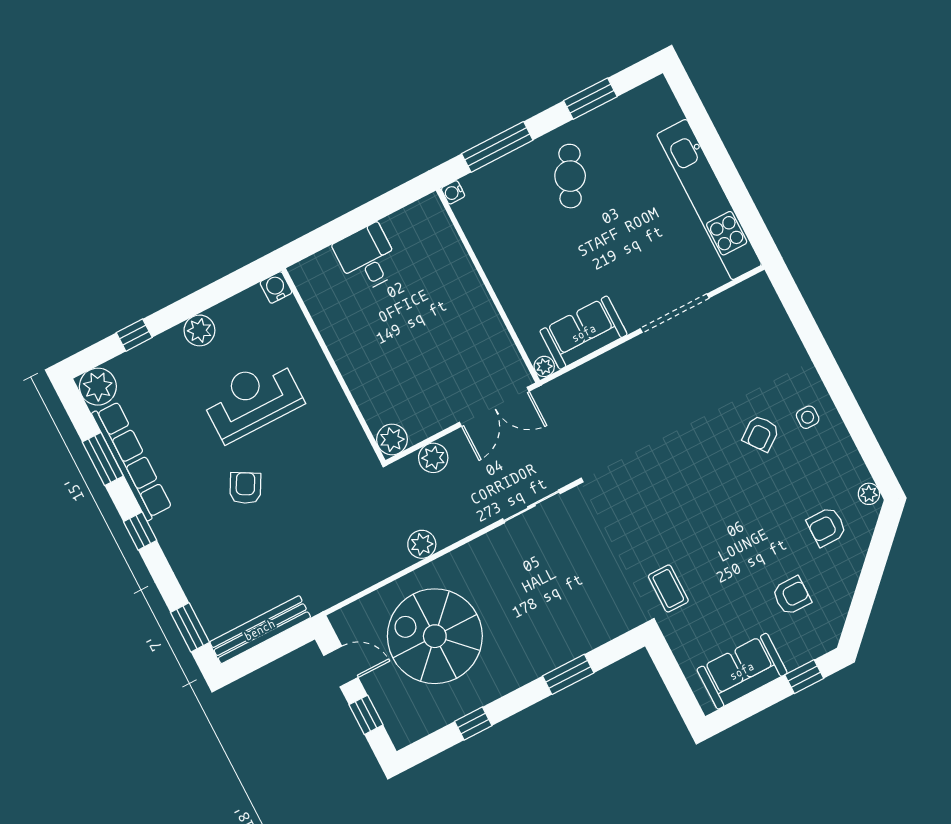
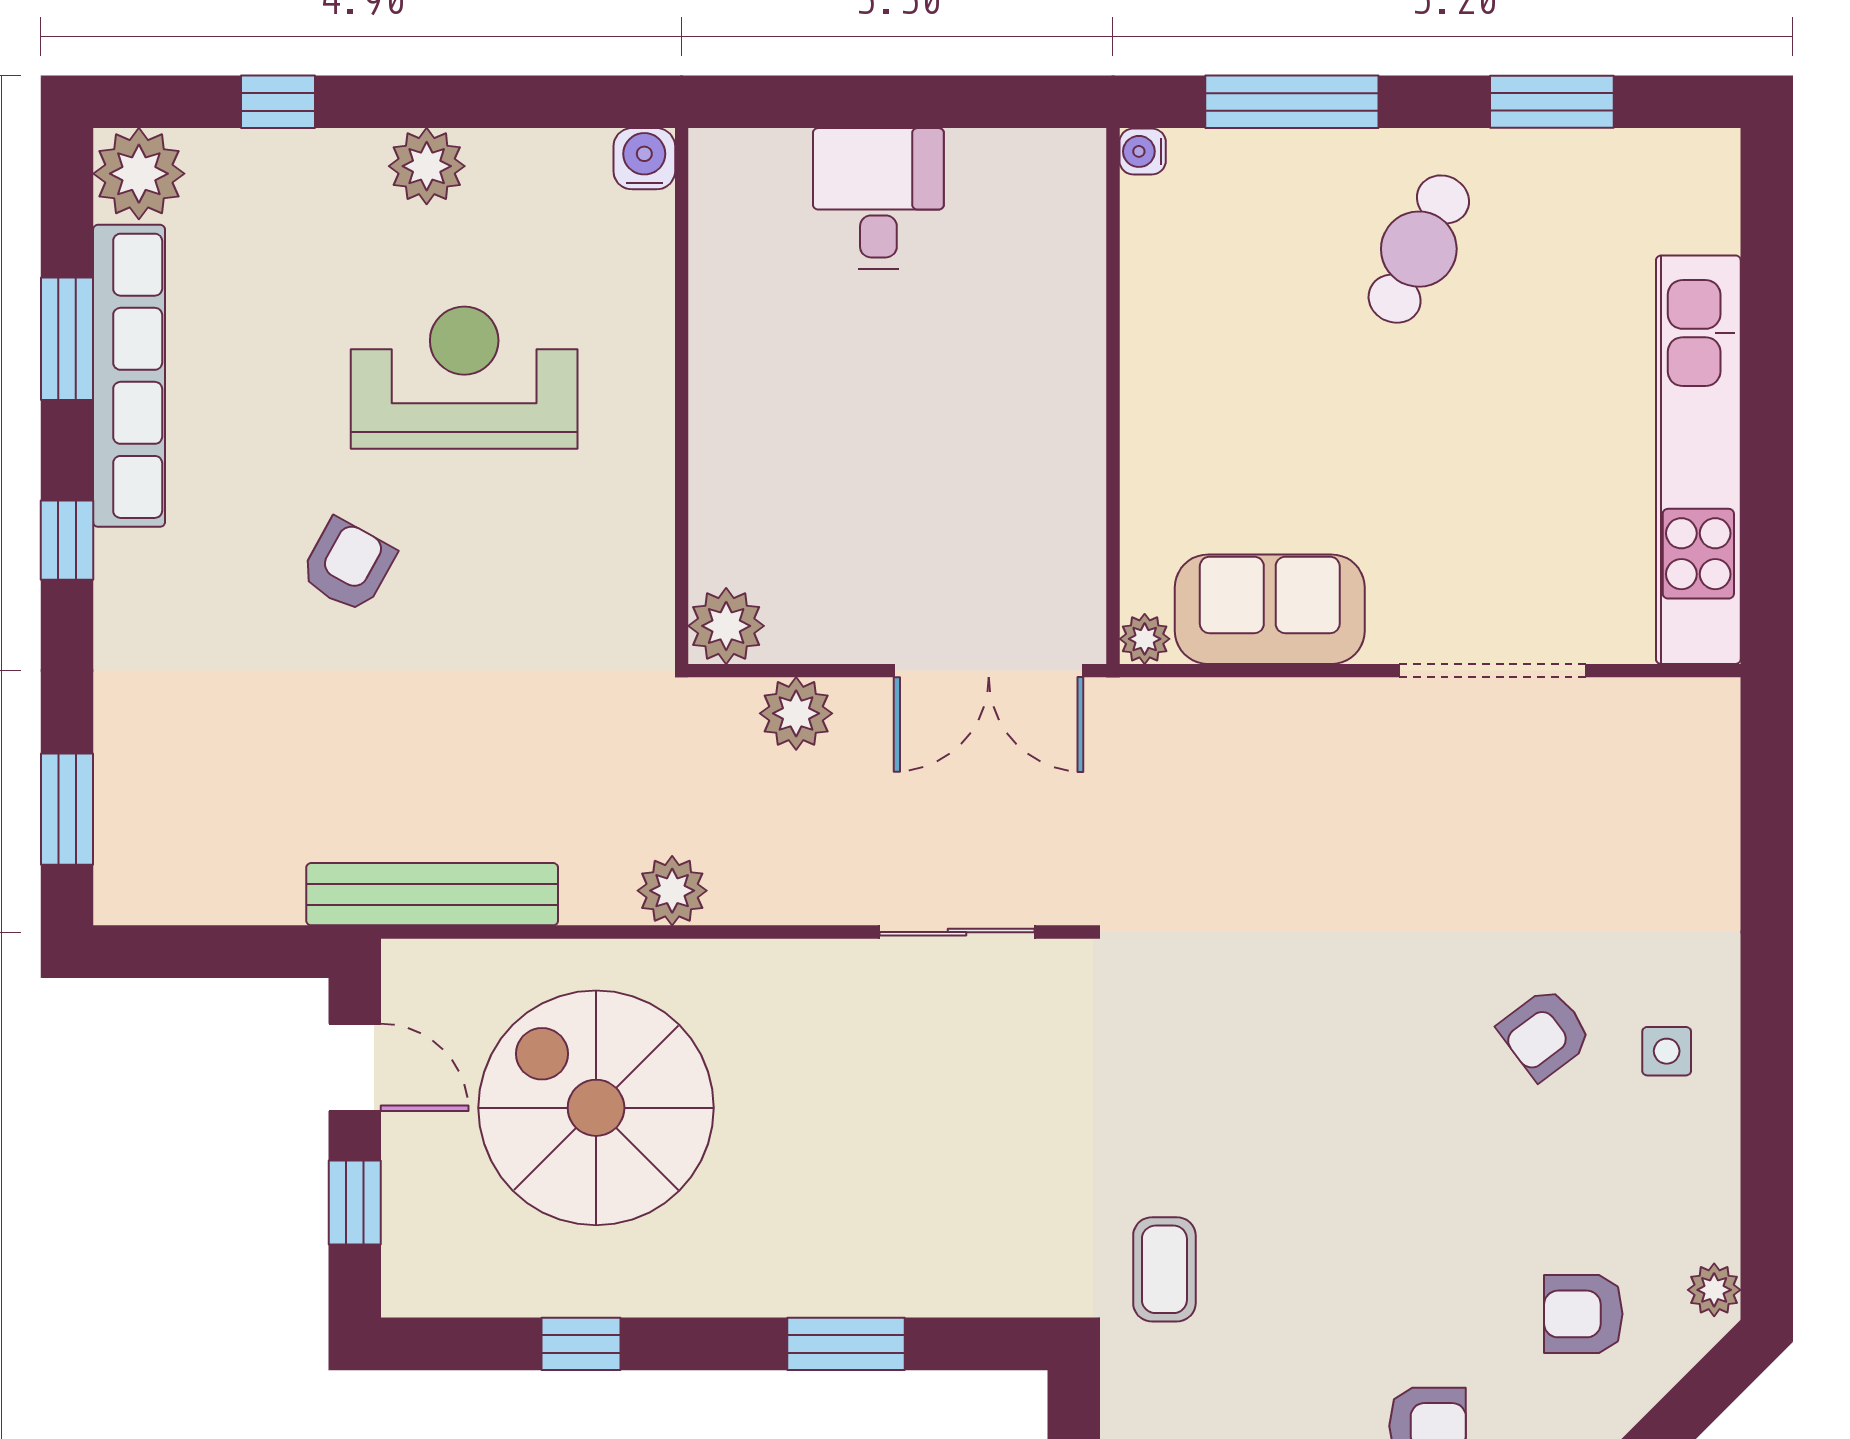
bench: (260, 630) -> (432, 894), moved

